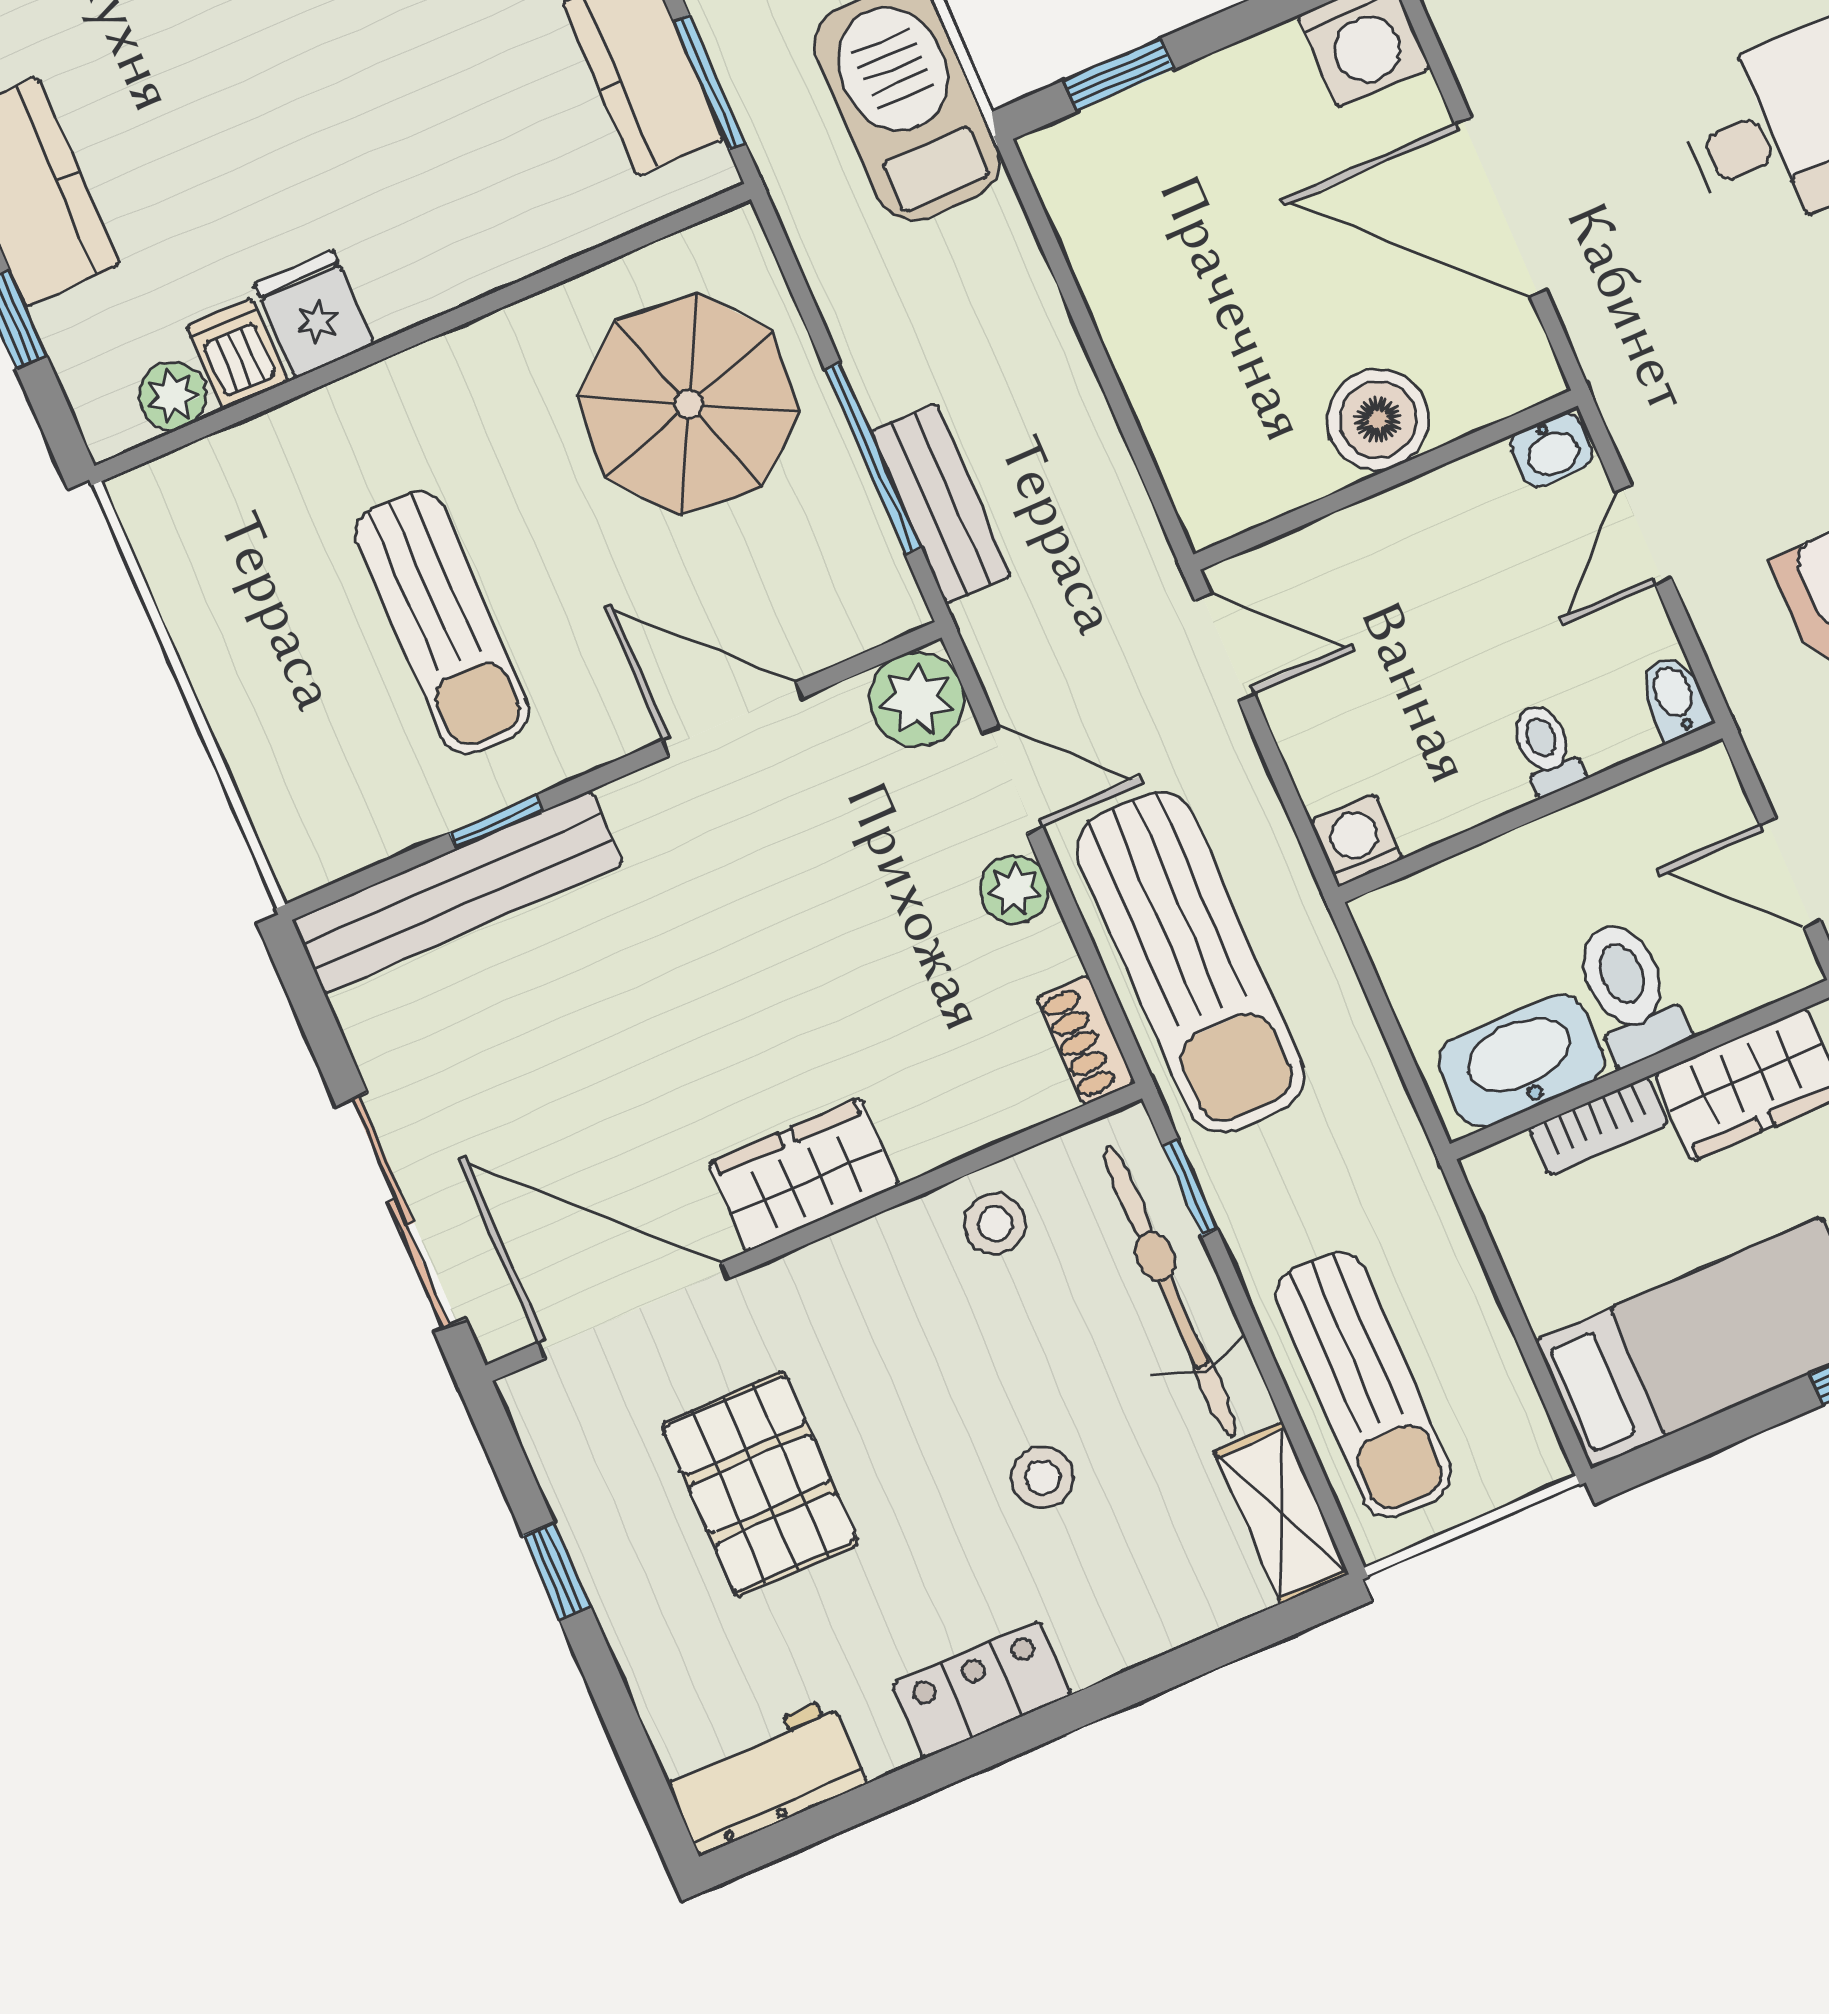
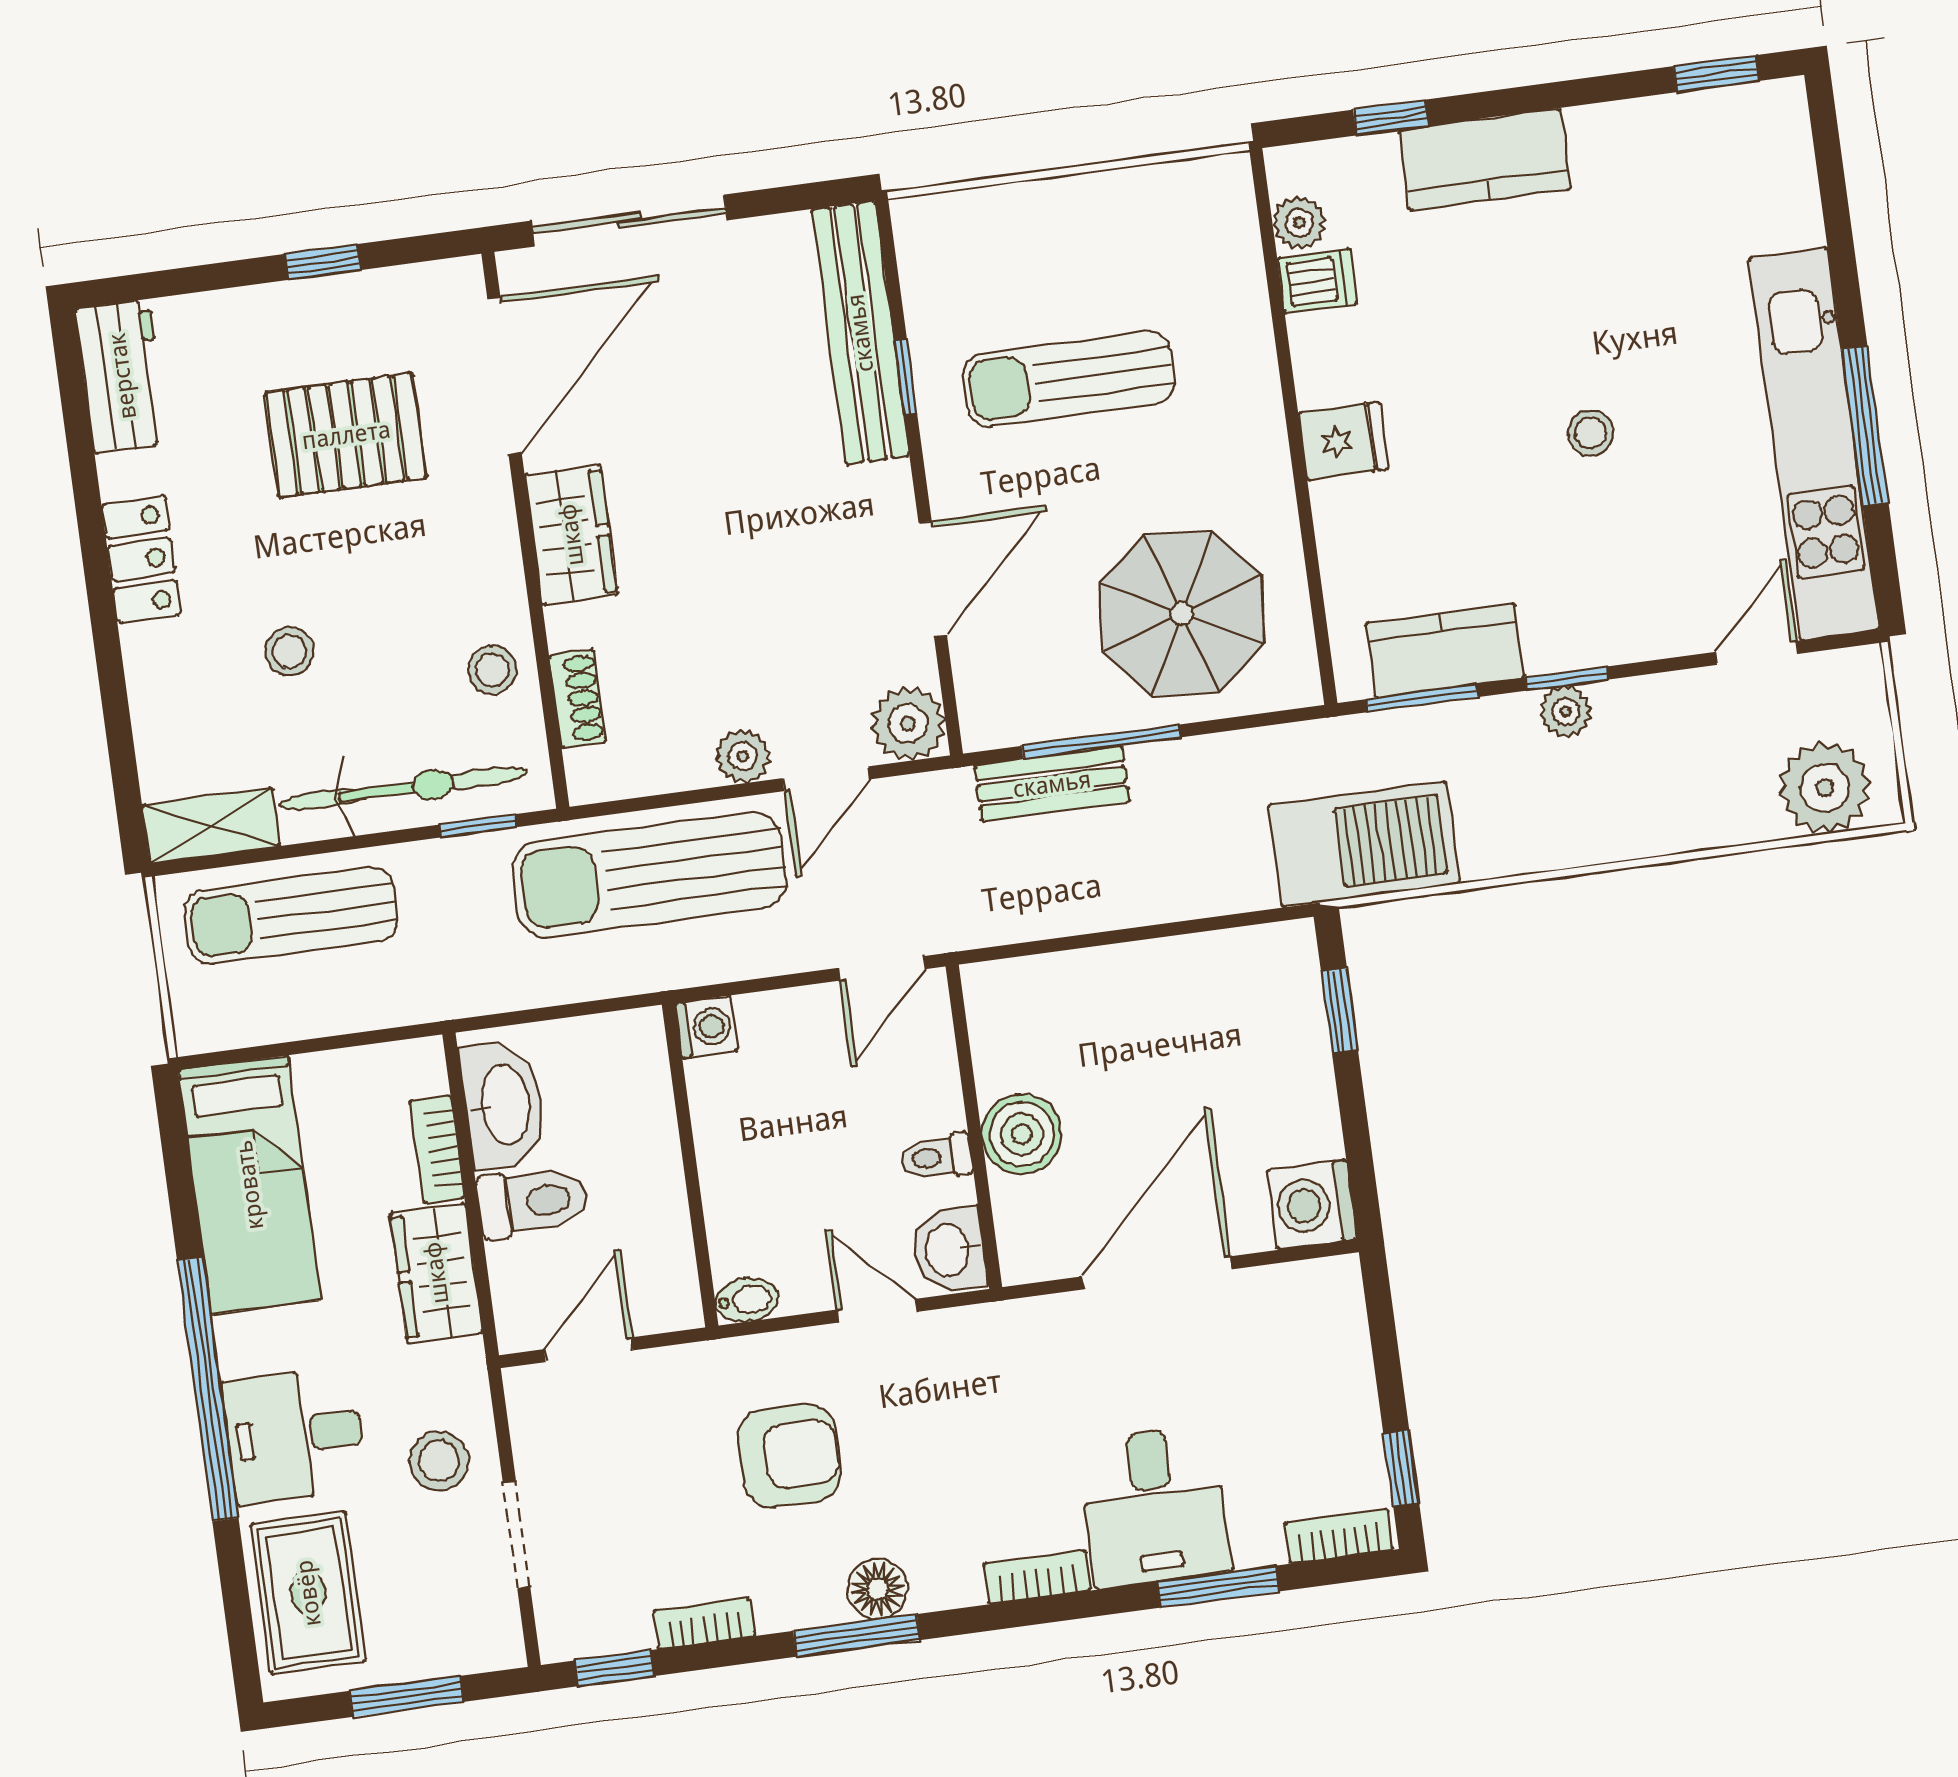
fridge: (314, 314) -> (1343, 441), moved
washbasin: (1552, 450) -> (949, 1250), width x1.38, depth x1.45
toilet: (1546, 749) -> (936, 1157), moved, turned 180
shoe rack: (1086, 1040) -> (578, 699), moved, turned 90

